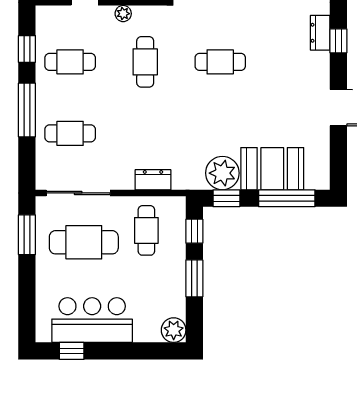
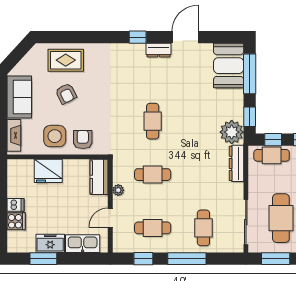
dresser: (320, 33) -> (158, 50), moved
cafe table: (70, 62) -> (153, 228), turned 90
booth: (272, 169) -> (229, 66), moved
plant: (222, 173) -> (232, 132), moved
dresser: (153, 180) -> (236, 163), width x1.44
cafe table: (146, 230) -> (272, 155), moved

